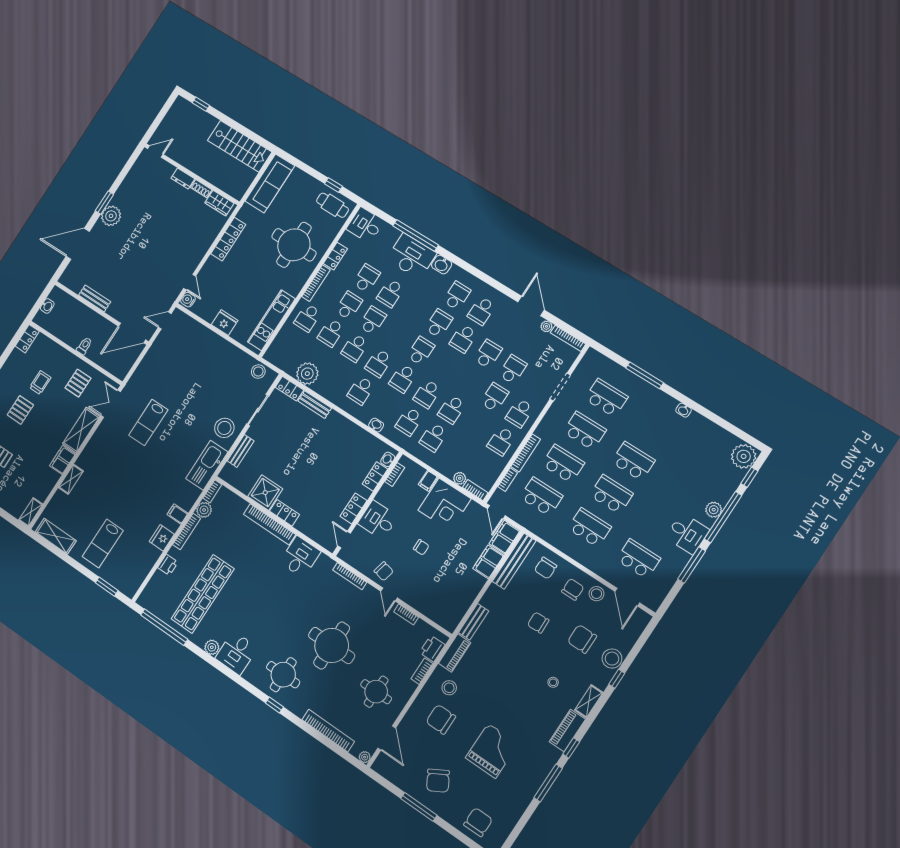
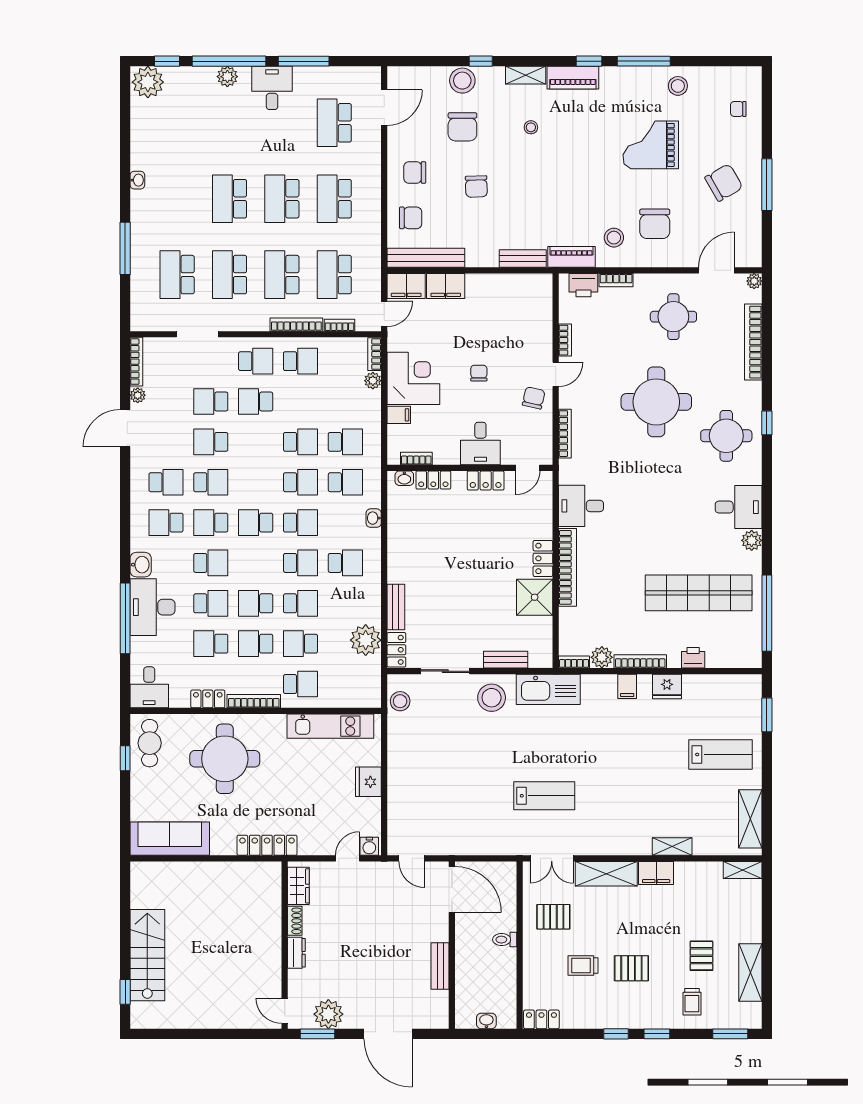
stairs: (240, 146) -> (147, 955), moved
door: (155, 152) -> (285, 1011), moved
wall: (192, 174) -> (285, 945), moved
dresser: (183, 179) -> (296, 953), moved
shoe rack: (201, 189) -> (295, 921), moved
wardrobe: (219, 203) -> (298, 886), moved
school desk: (415, 308) -> (211, 563), added
school desk: (331, 333) -> (300, 644), turned 180
stool: (596, 594) -> (678, 86), moved
chair: (478, 822) -> (738, 109), width x0.54, depth x0.54

